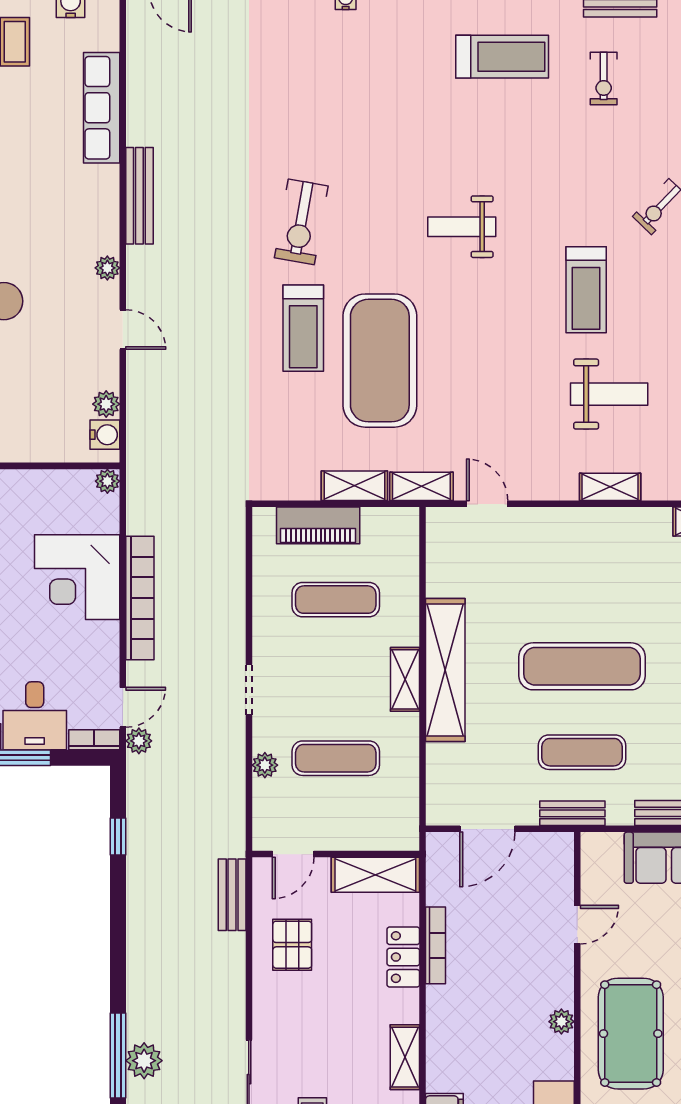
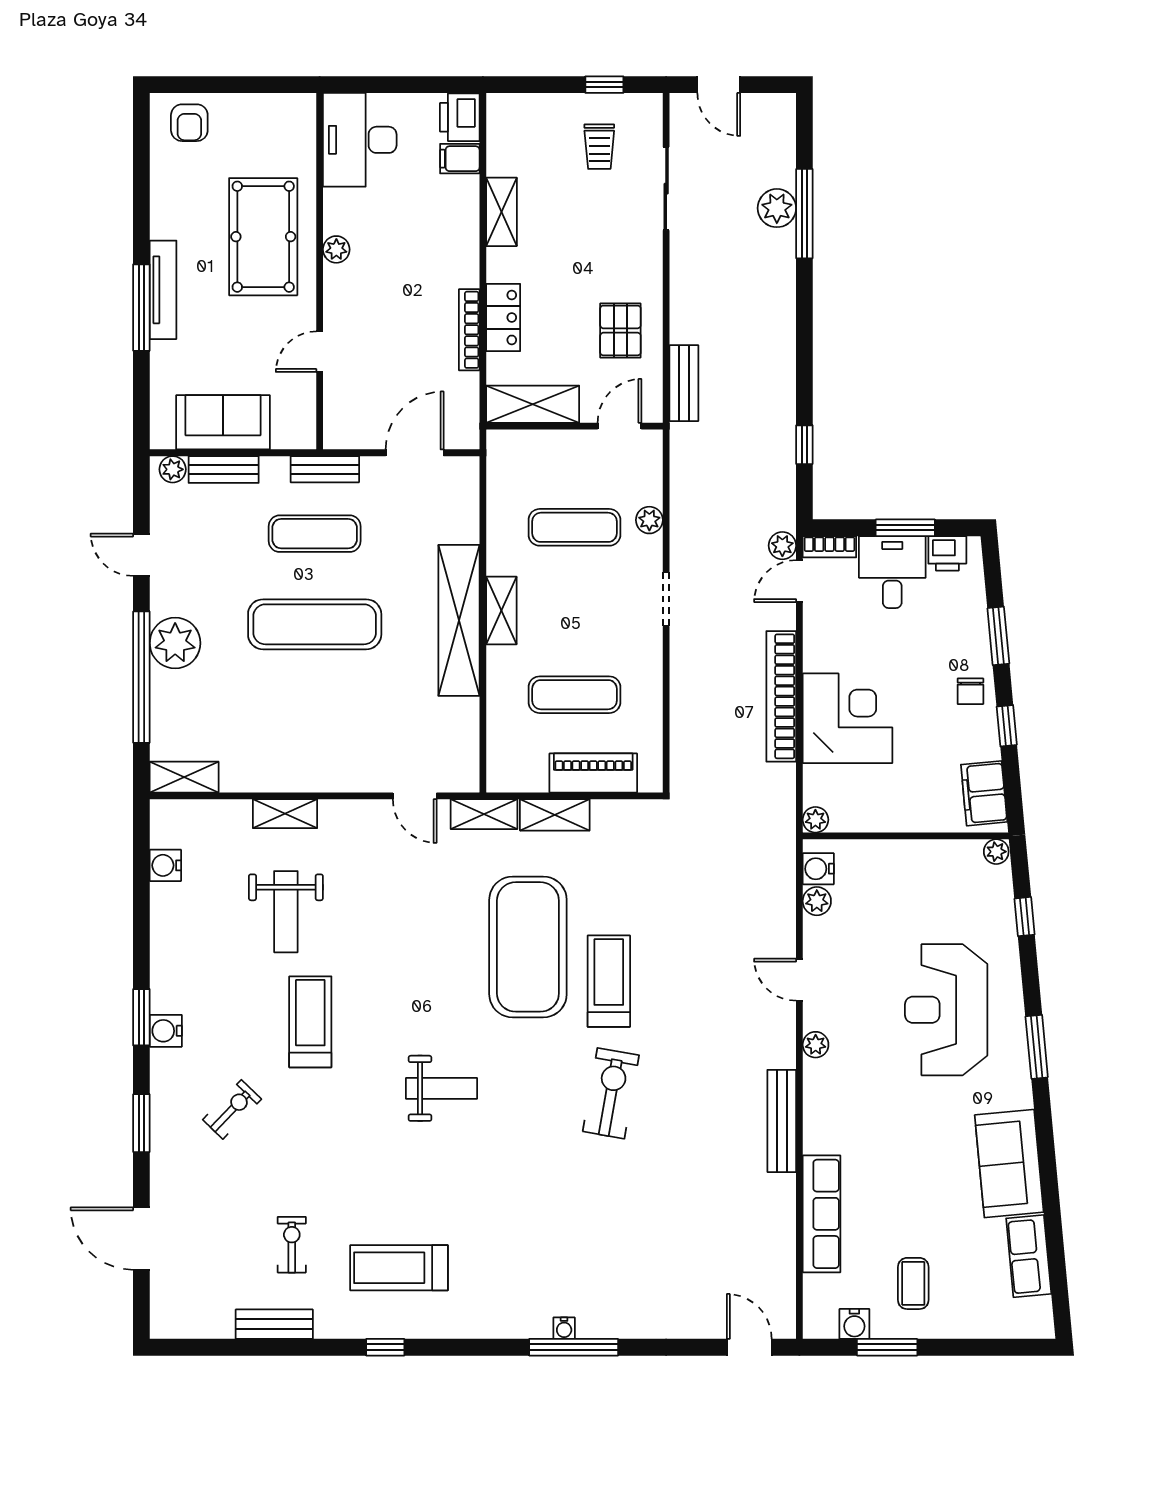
weight bench: (609, 394) -> (286, 912), turned -90

